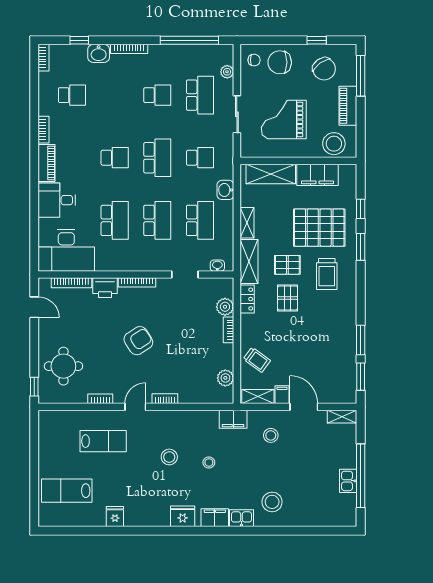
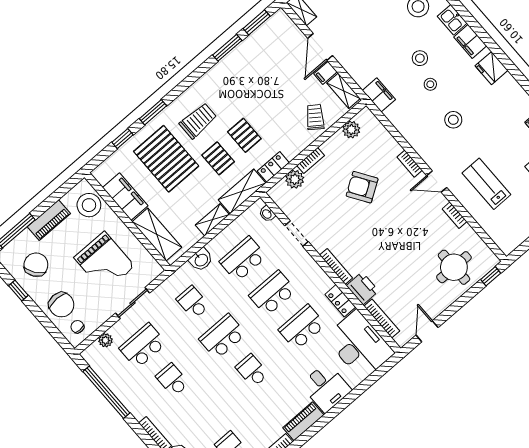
locker: (110, 264) -> (340, 301), added
pallet: (288, 298) -> (244, 135), turned 90
armchair: (138, 341) -> (362, 187), moved
stool: (271, 435) -> (420, 58), moved

